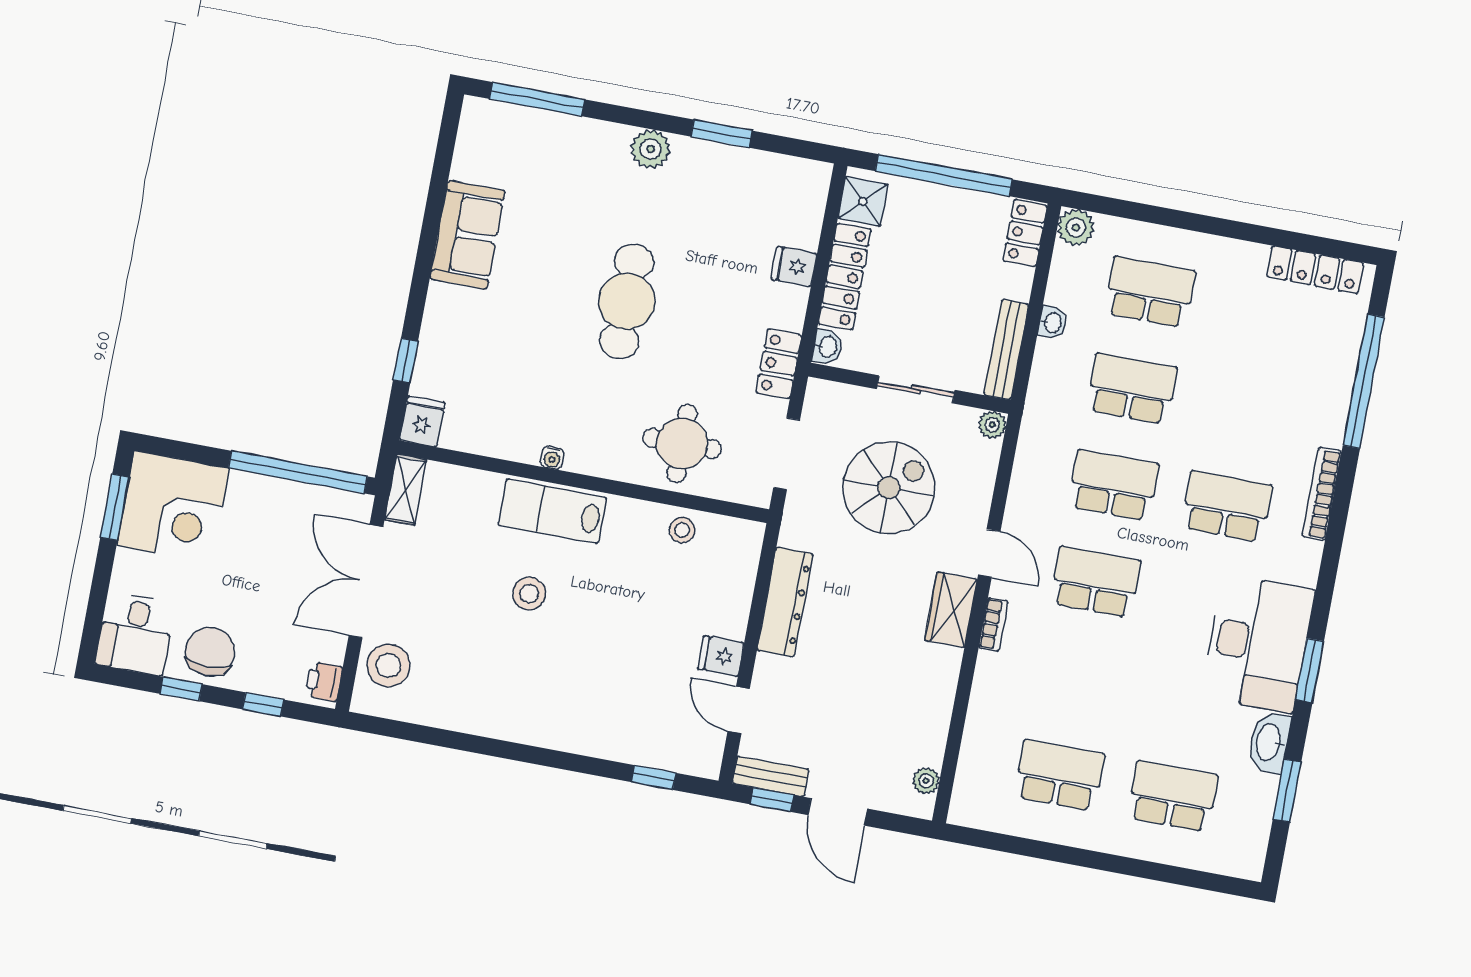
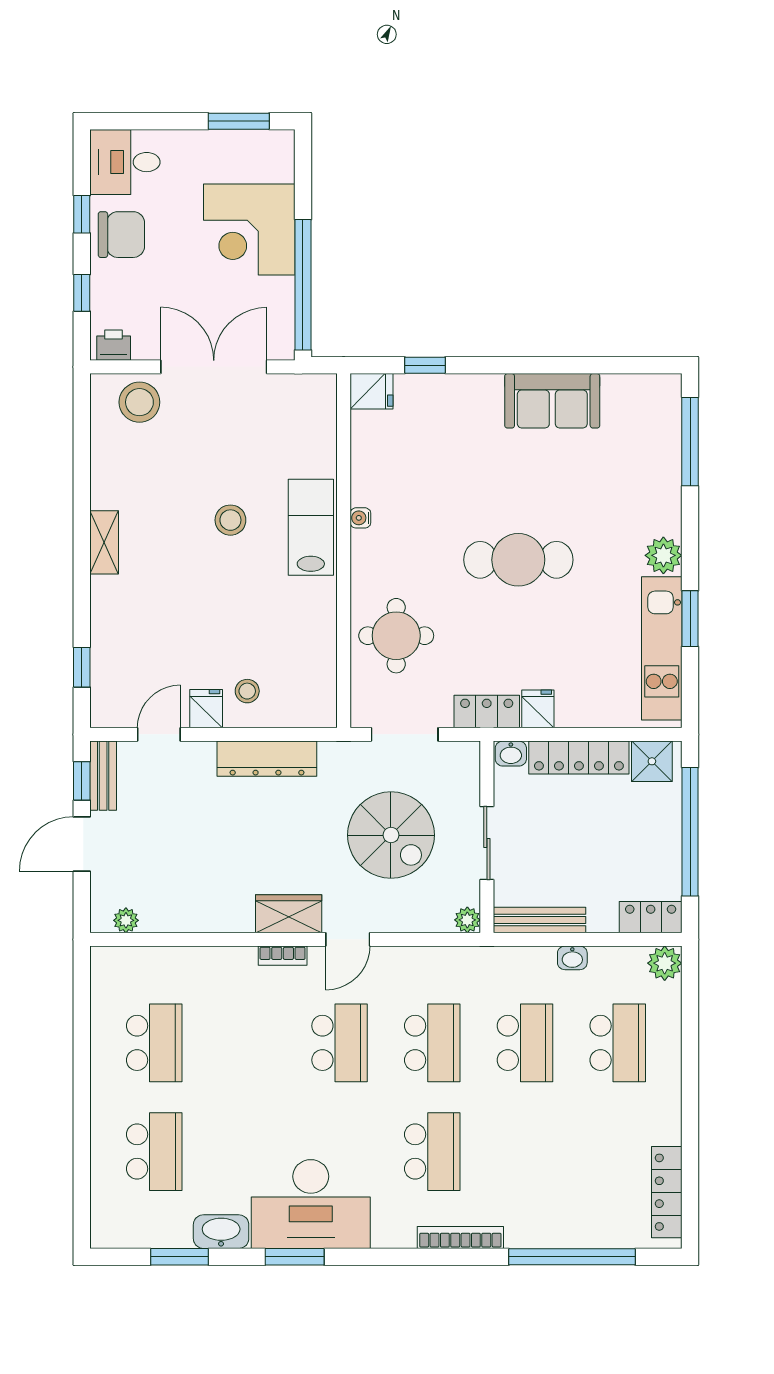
kitchen unit: (747, 169) -> (662, 648), added
fridge: (794, 266) -> (538, 709), moved
shelving: (406, 490) -> (104, 542), moved, turned 90
corner desk: (173, 507) -> (249, 229), moved
stool: (682, 530) -> (247, 691), moved

